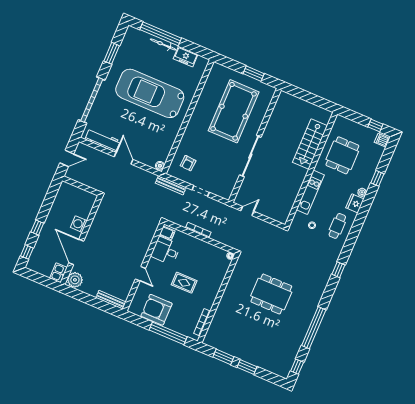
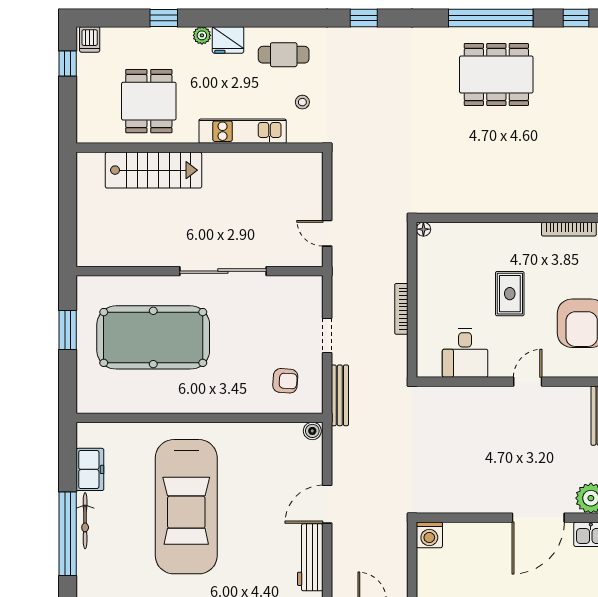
dining table: (342, 155) -> (149, 101), turned 90
washing machine: (79, 224) -> (429, 535), moved
filing cabinet: (167, 233) -> (431, 364), removed
dining table: (271, 294) -> (496, 75), moved, turned 90

